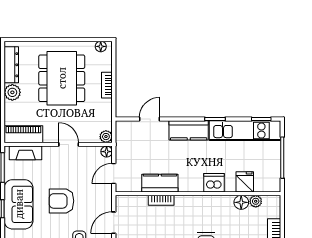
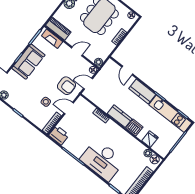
door: (150, 119) -> (127, 70), swing flipped
door: (69, 144) -> (77, 51), hinge flipped
kitchen counter: (160, 183) -> (120, 116), moved
armchair: (61, 201) -> (67, 86), moved, turned 180
floor lamp: (241, 202) -> (155, 159), moved

